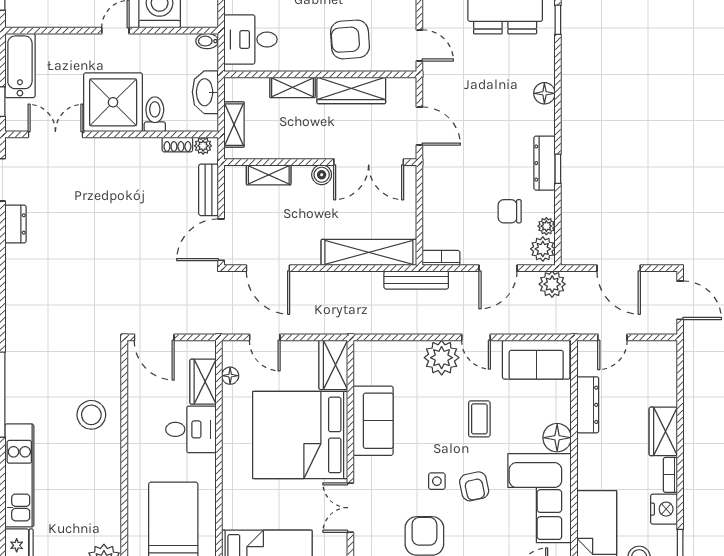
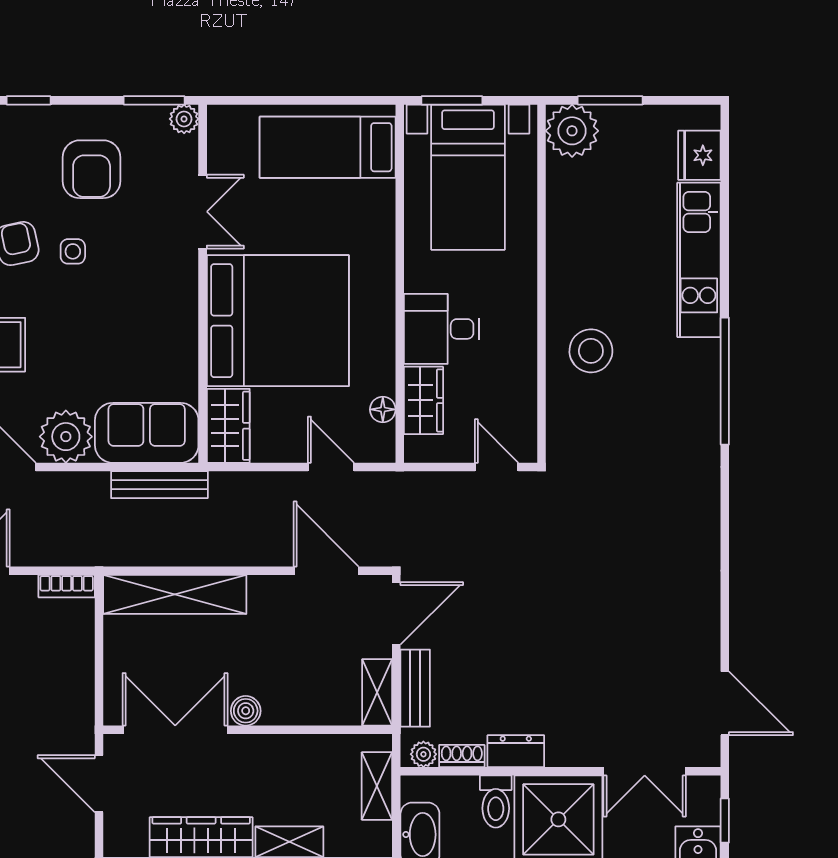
shelving: (269, 175) -> (377, 692), moved, turned 90
dresser: (15, 224) -> (516, 751), moved, turned 90
bench: (416, 280) -> (159, 485), moved
door: (154, 337) -> (497, 467), width x0.73
sofa: (373, 421) -> (147, 433), moved, turned 90

